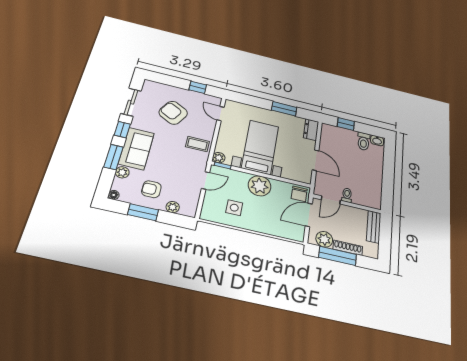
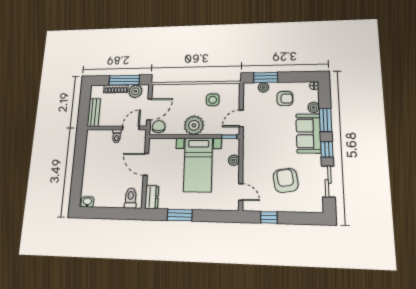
armchair: (173, 113) -> (286, 181), turned -127
window: (346, 124) -> (118, 213), removed
toilet: (364, 141) -> (131, 198), moved
coffee table: (197, 144) -> (256, 152), removed
plant: (219, 158) -> (234, 160), moved
window: (143, 212) -> (266, 77), moved

